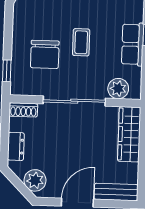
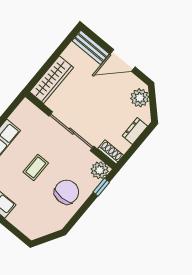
chair: (45, 54) -> (67, 192), moved
plant: (118, 89) -> (100, 170), moved

